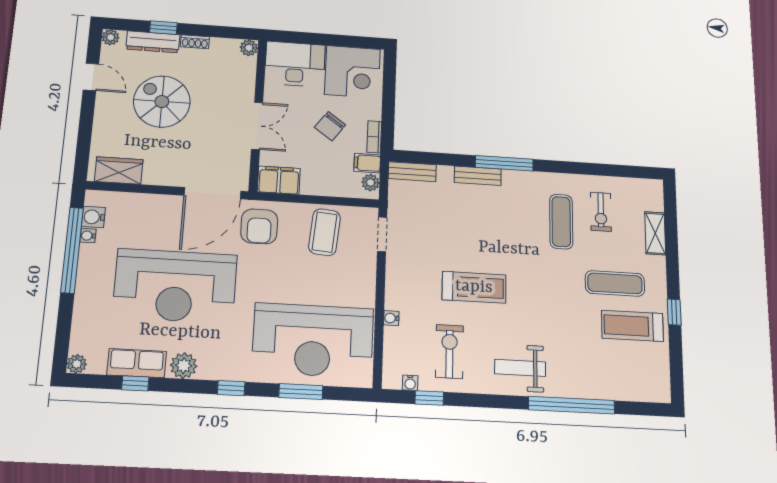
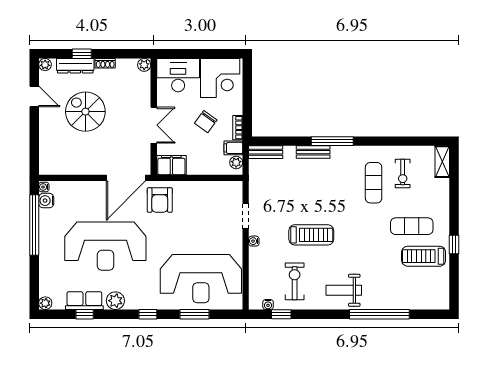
wardrobe: (119, 171) -> (60, 166), removed
coffee table: (324, 232) -> (205, 201), removed
shelving: (655, 233) -> (442, 162), moved
doorway: (382, 234) -> (246, 216), moved
water cooler: (88, 236) -> (44, 187), moved
water cooler: (391, 318) -> (254, 241), moved

